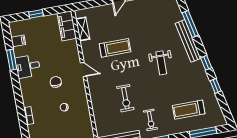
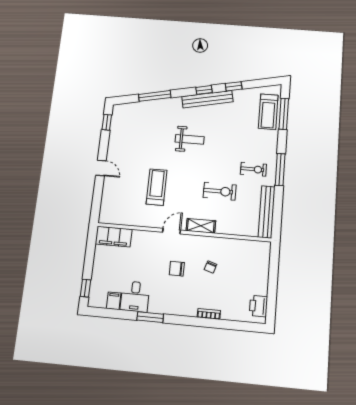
window: (36, 14) -> (85, 288), moved
shelving: (83, 29) -> (201, 226), moved
bench: (188, 41) -> (207, 99), moved
window: (12, 60) -> (150, 317), moved
desk: (28, 66) -> (135, 297), moved
treadmill: (189, 110) -> (268, 112), moved

